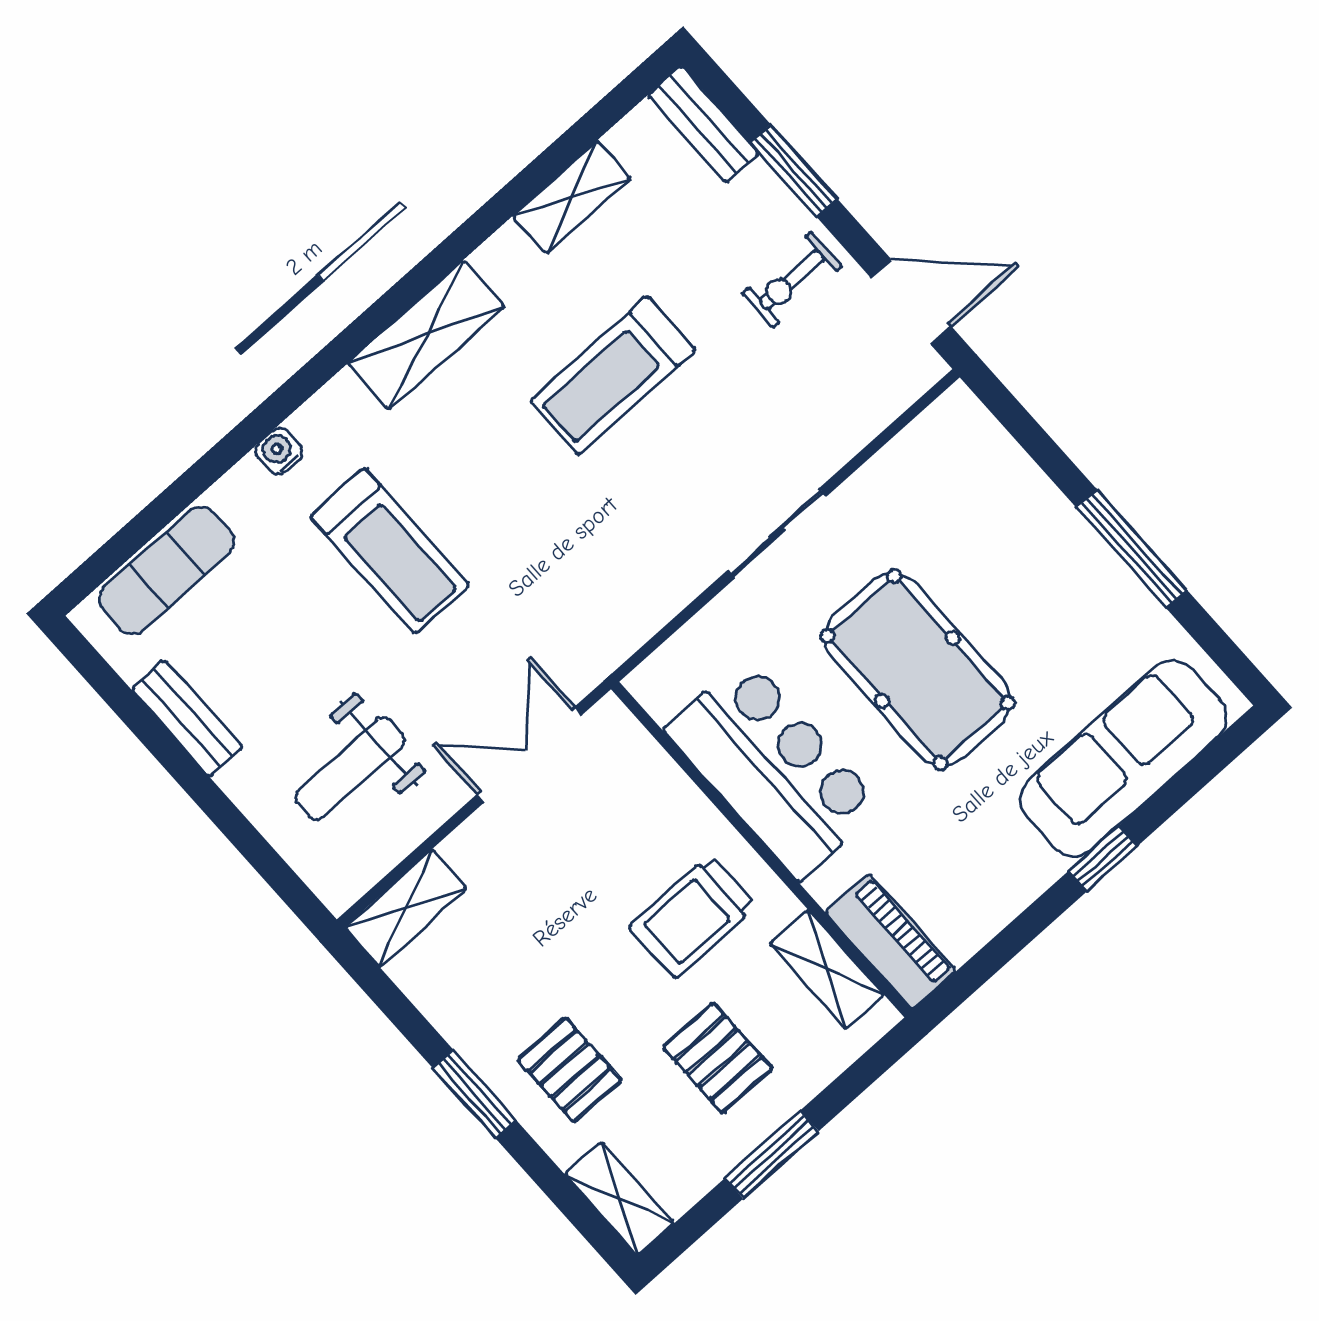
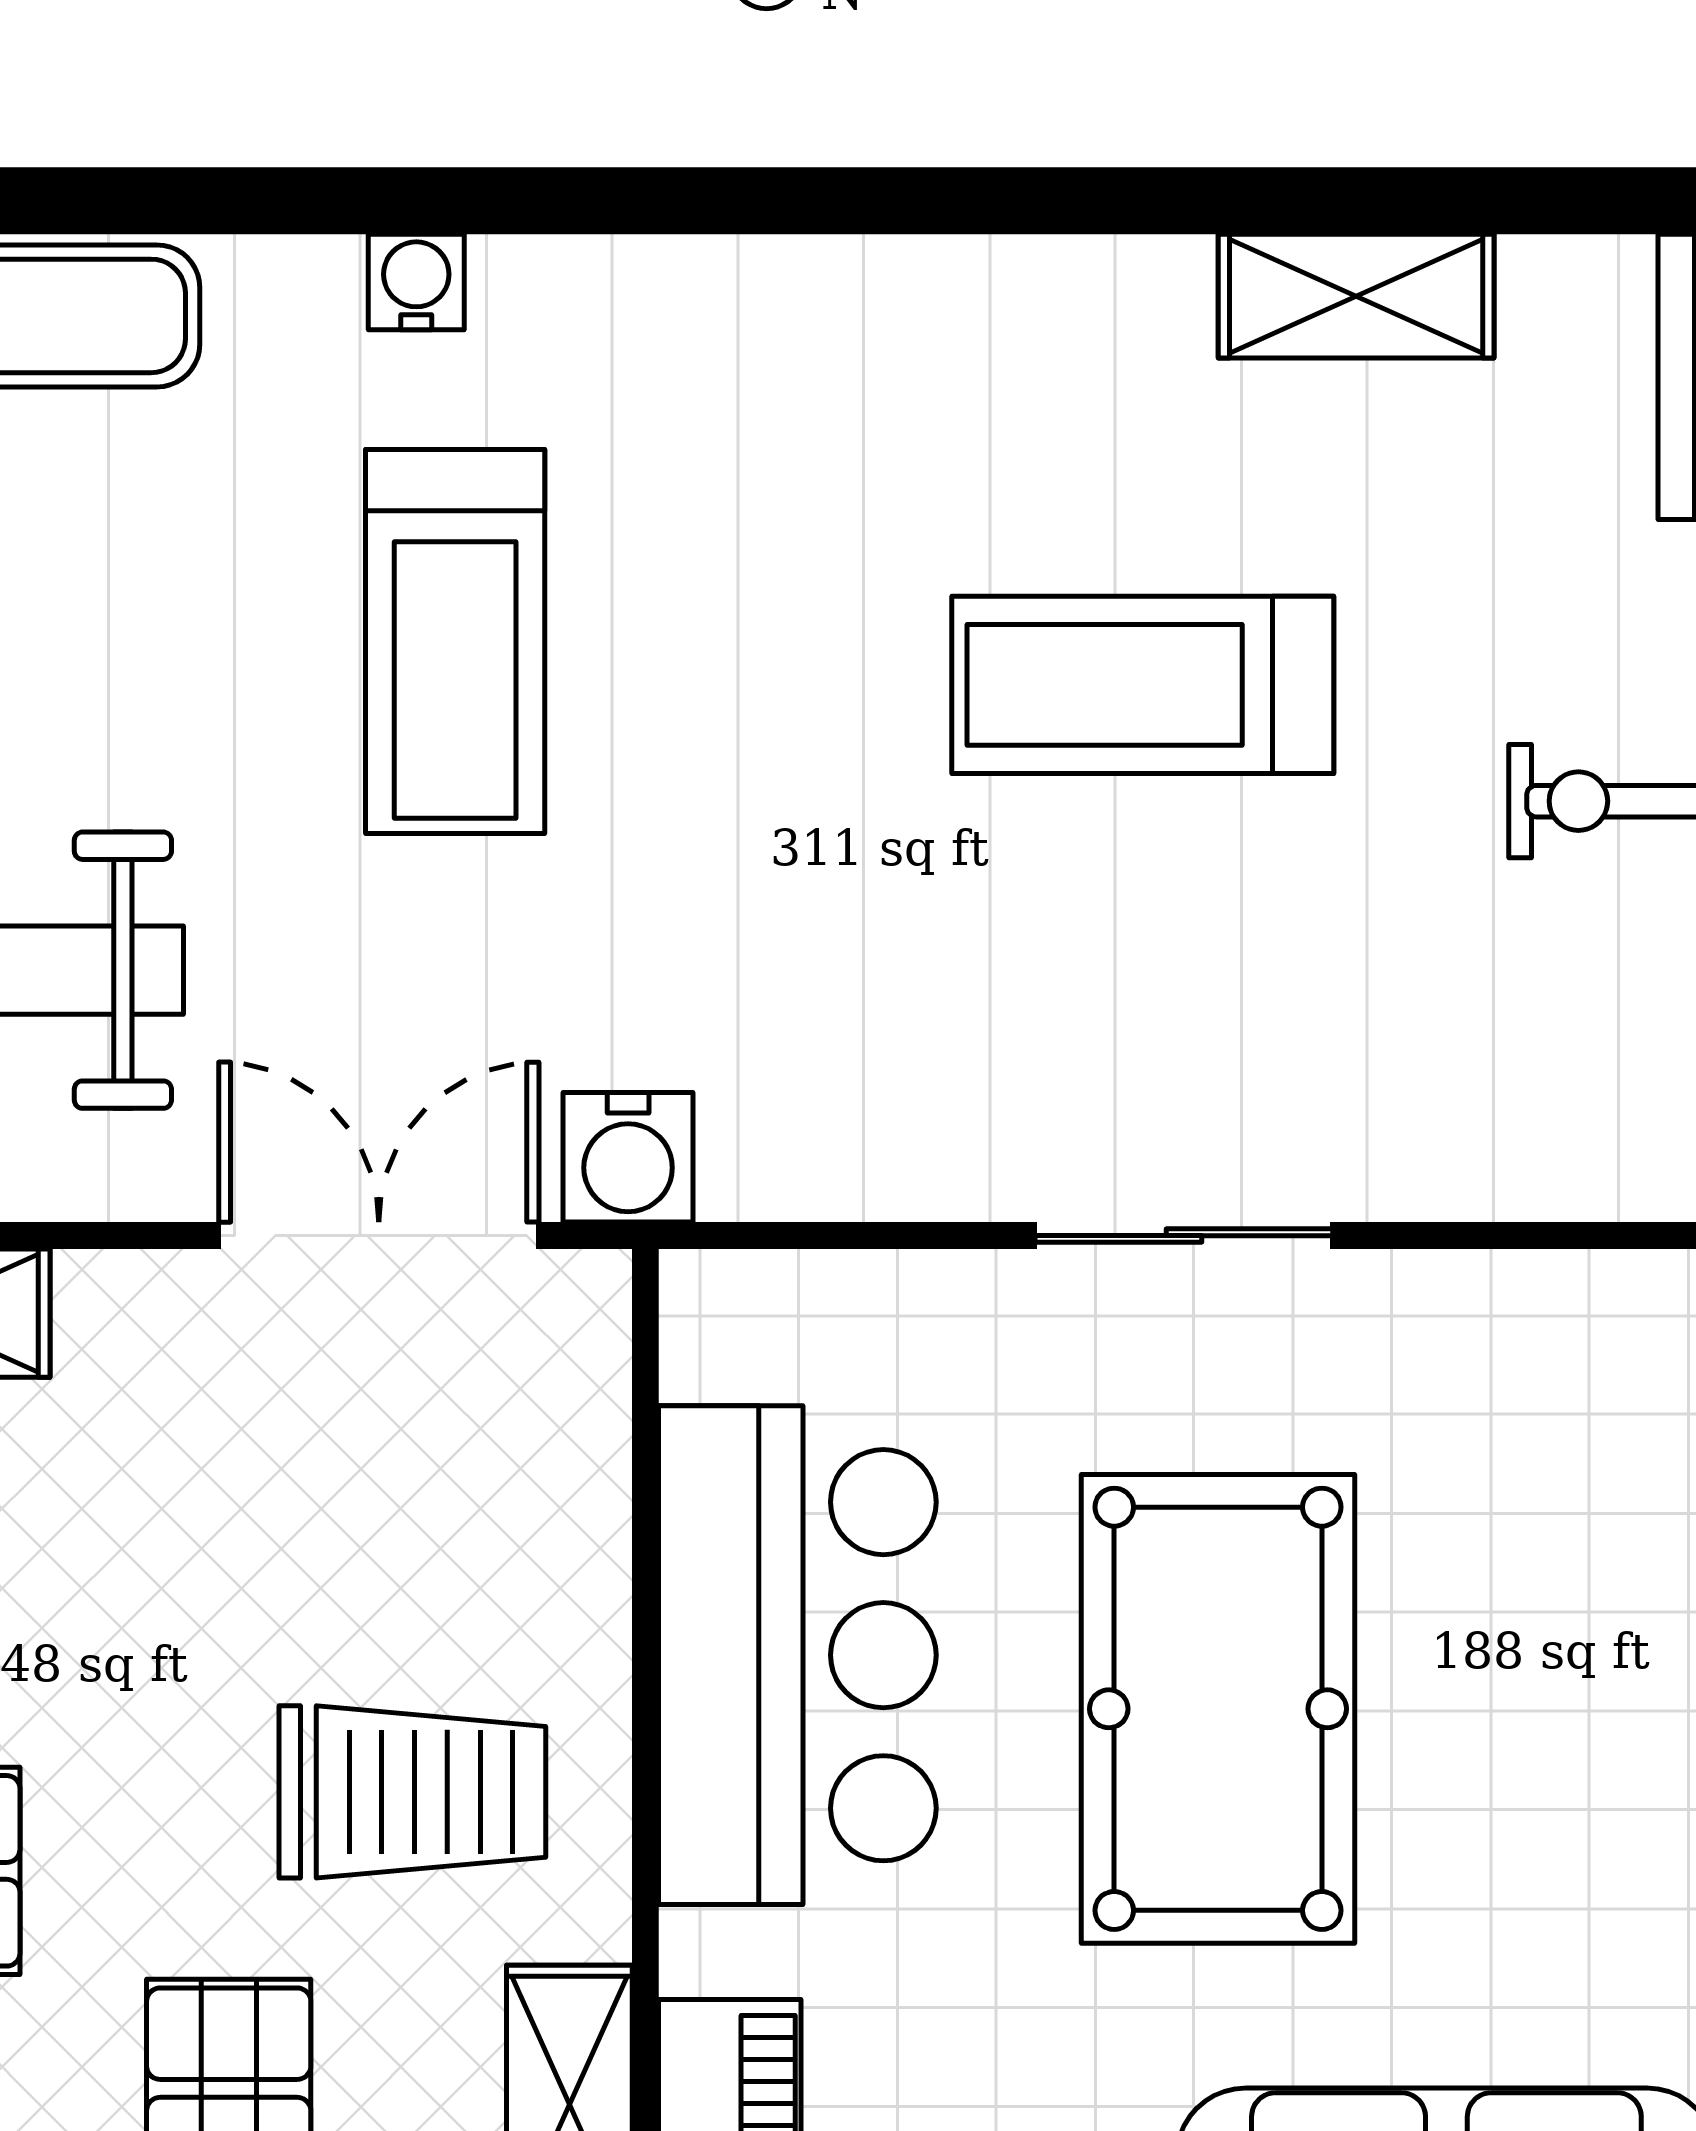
shelving: (426, 335) -> (870, 310), removed
water cooler: (585, 662) -> (628, 1157), added
trolley: (693, 916) -> (412, 1792), turned 180

